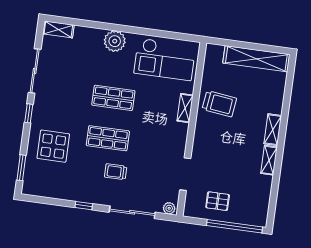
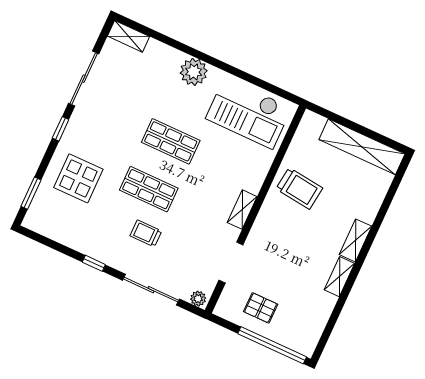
shelving: (185, 108) -> (242, 210), moved

